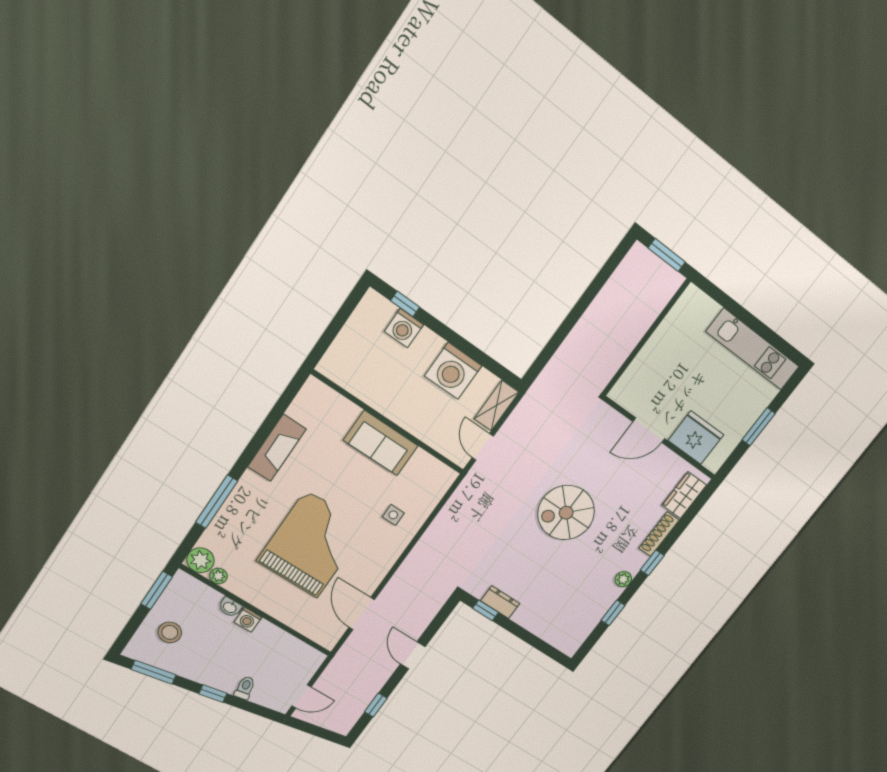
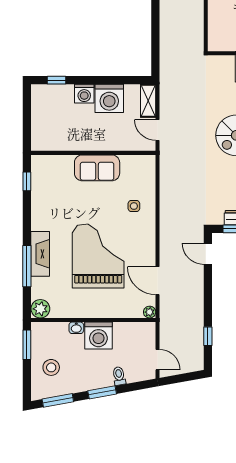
washing machine: (404, 328) -> (84, 94), moved
window: (284, 402) -> (27, 181), added
fireplace: (277, 448) -> (40, 254), moved
plant: (218, 576) -> (150, 312), moved
washing machine: (248, 620) -> (98, 335), width x1.89, depth x1.89
door: (413, 655) -> (208, 254), moved
window: (213, 694) -> (102, 392), width x1.50
door: (301, 696) -> (158, 360), hinge flipped

